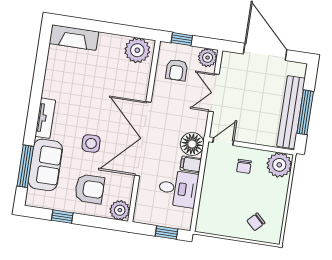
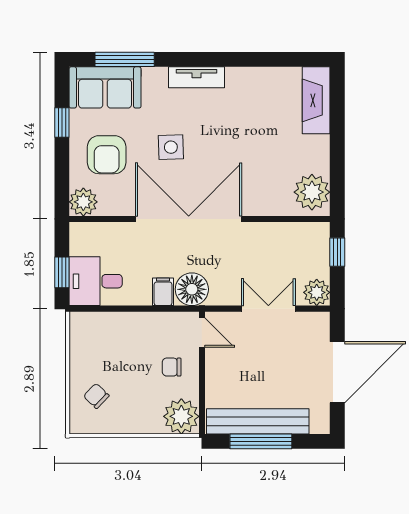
armchair: (177, 70) -> (293, 252), removed
sofa: (45, 165) -> (105, 87), moved
desk: (178, 189) -> (96, 281), moved, turned 90

